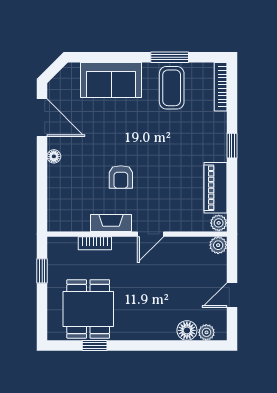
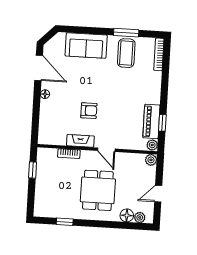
window: (232, 146) -> (162, 123), moved
armchair: (121, 177) -> (89, 111), turned -90
door: (151, 234) -> (106, 150), hinge flipped
dining table: (88, 309) -> (98, 190), moved

